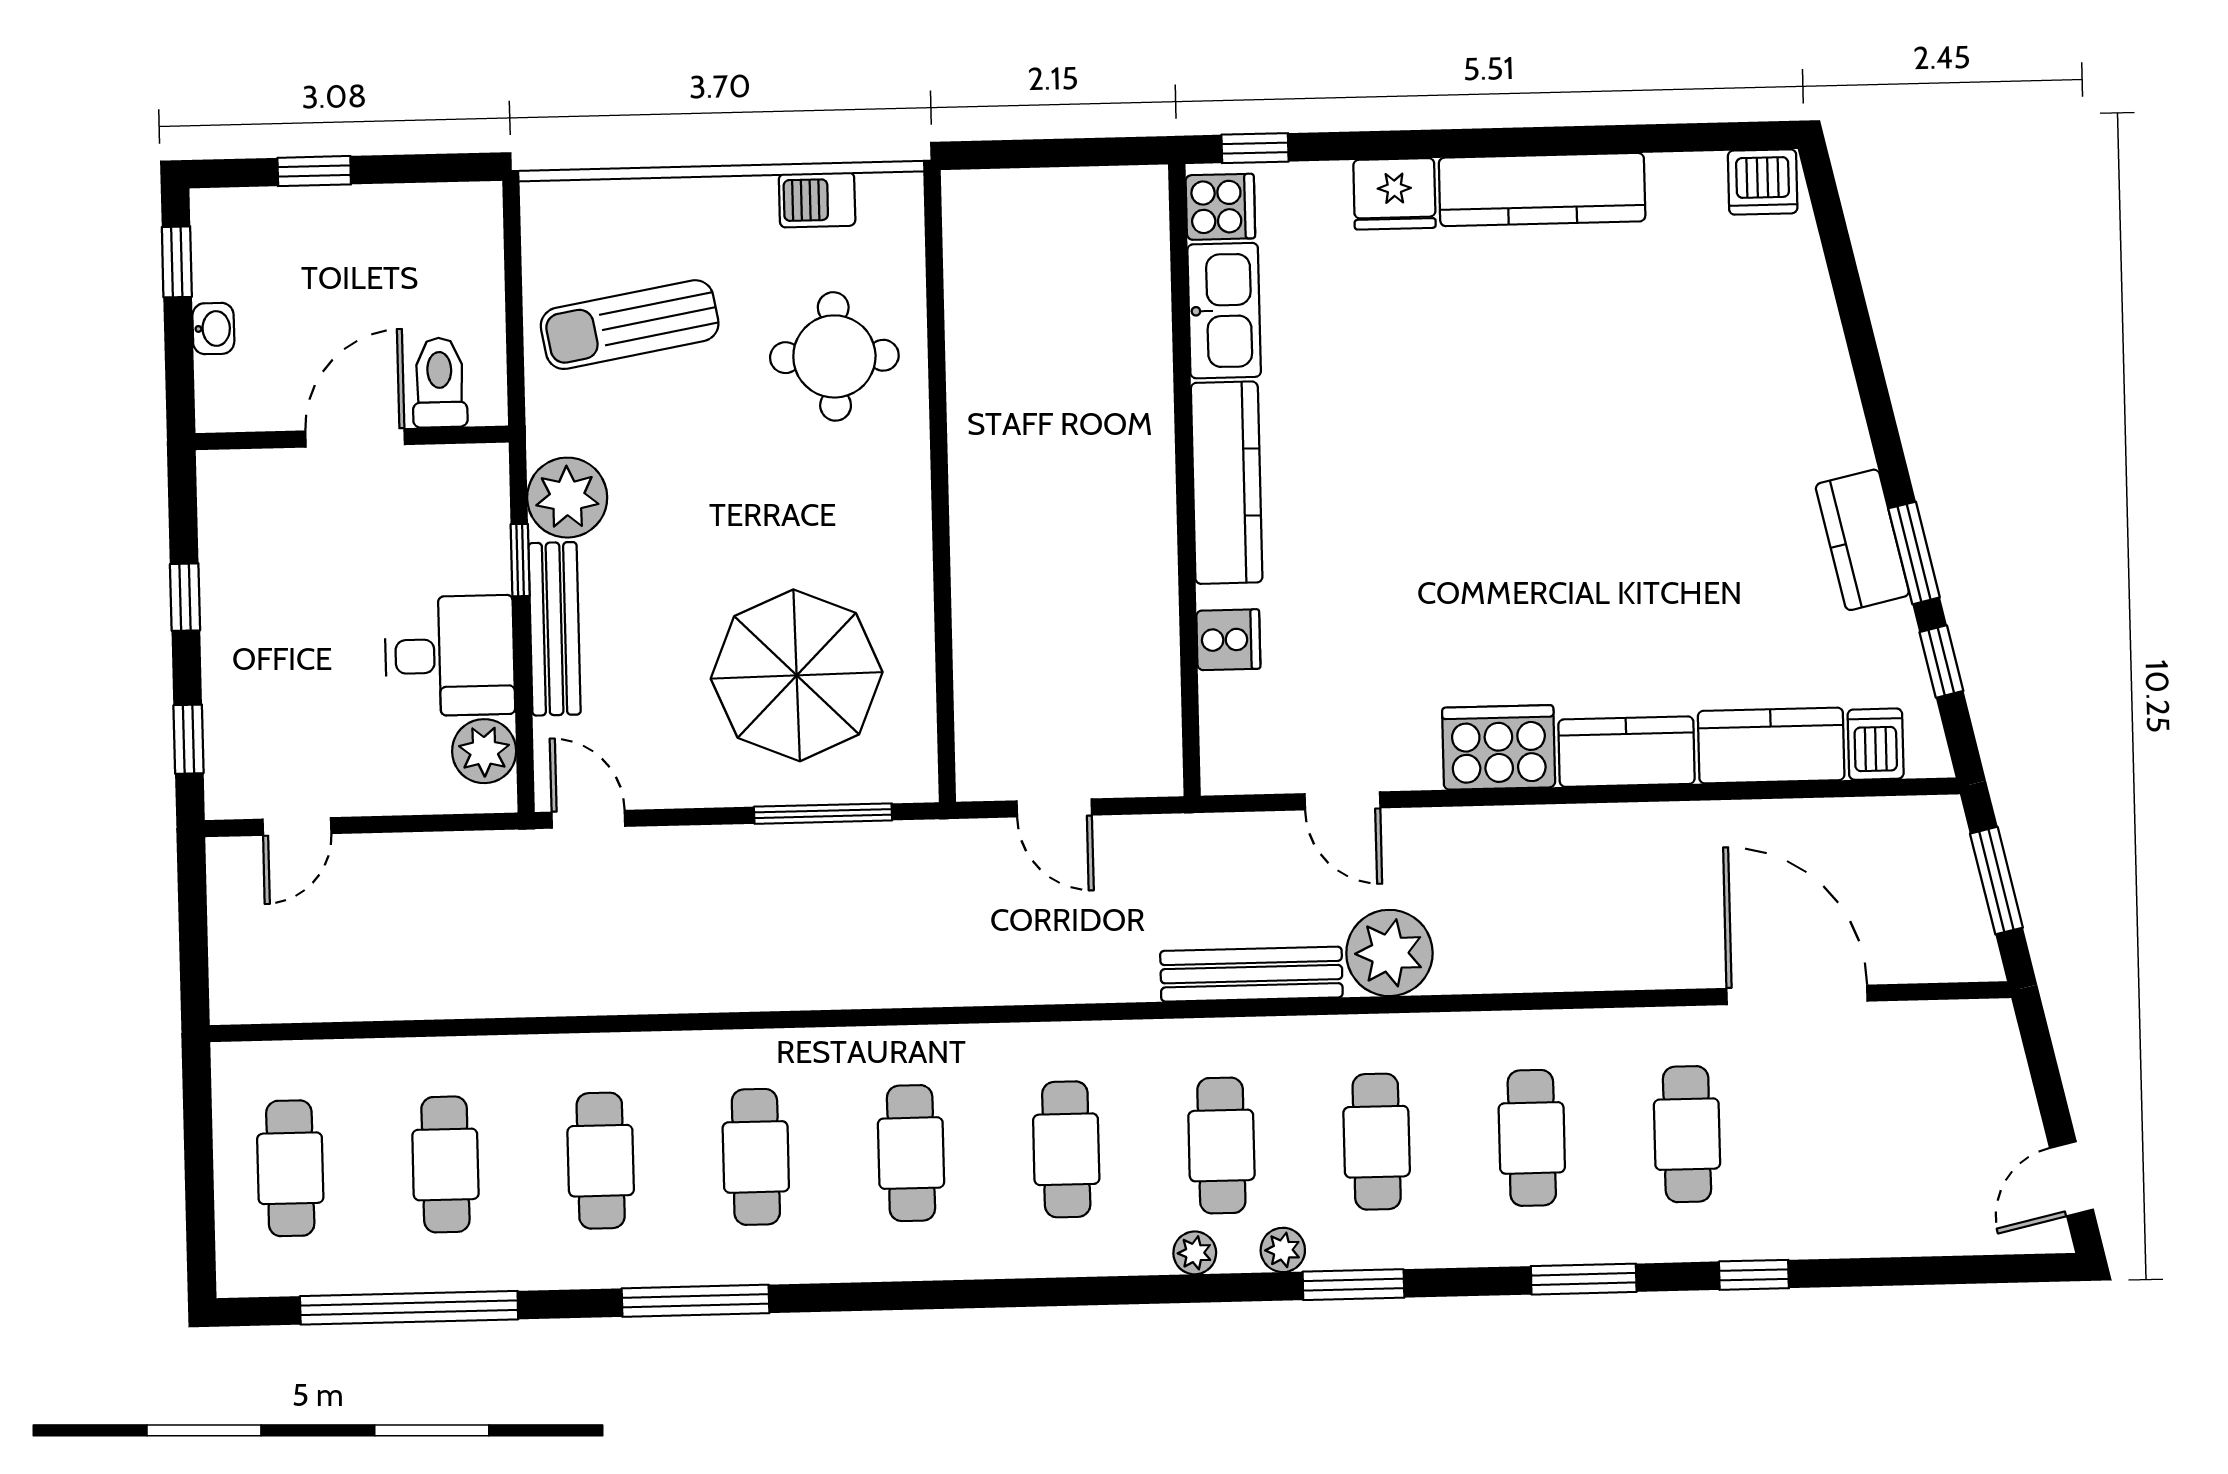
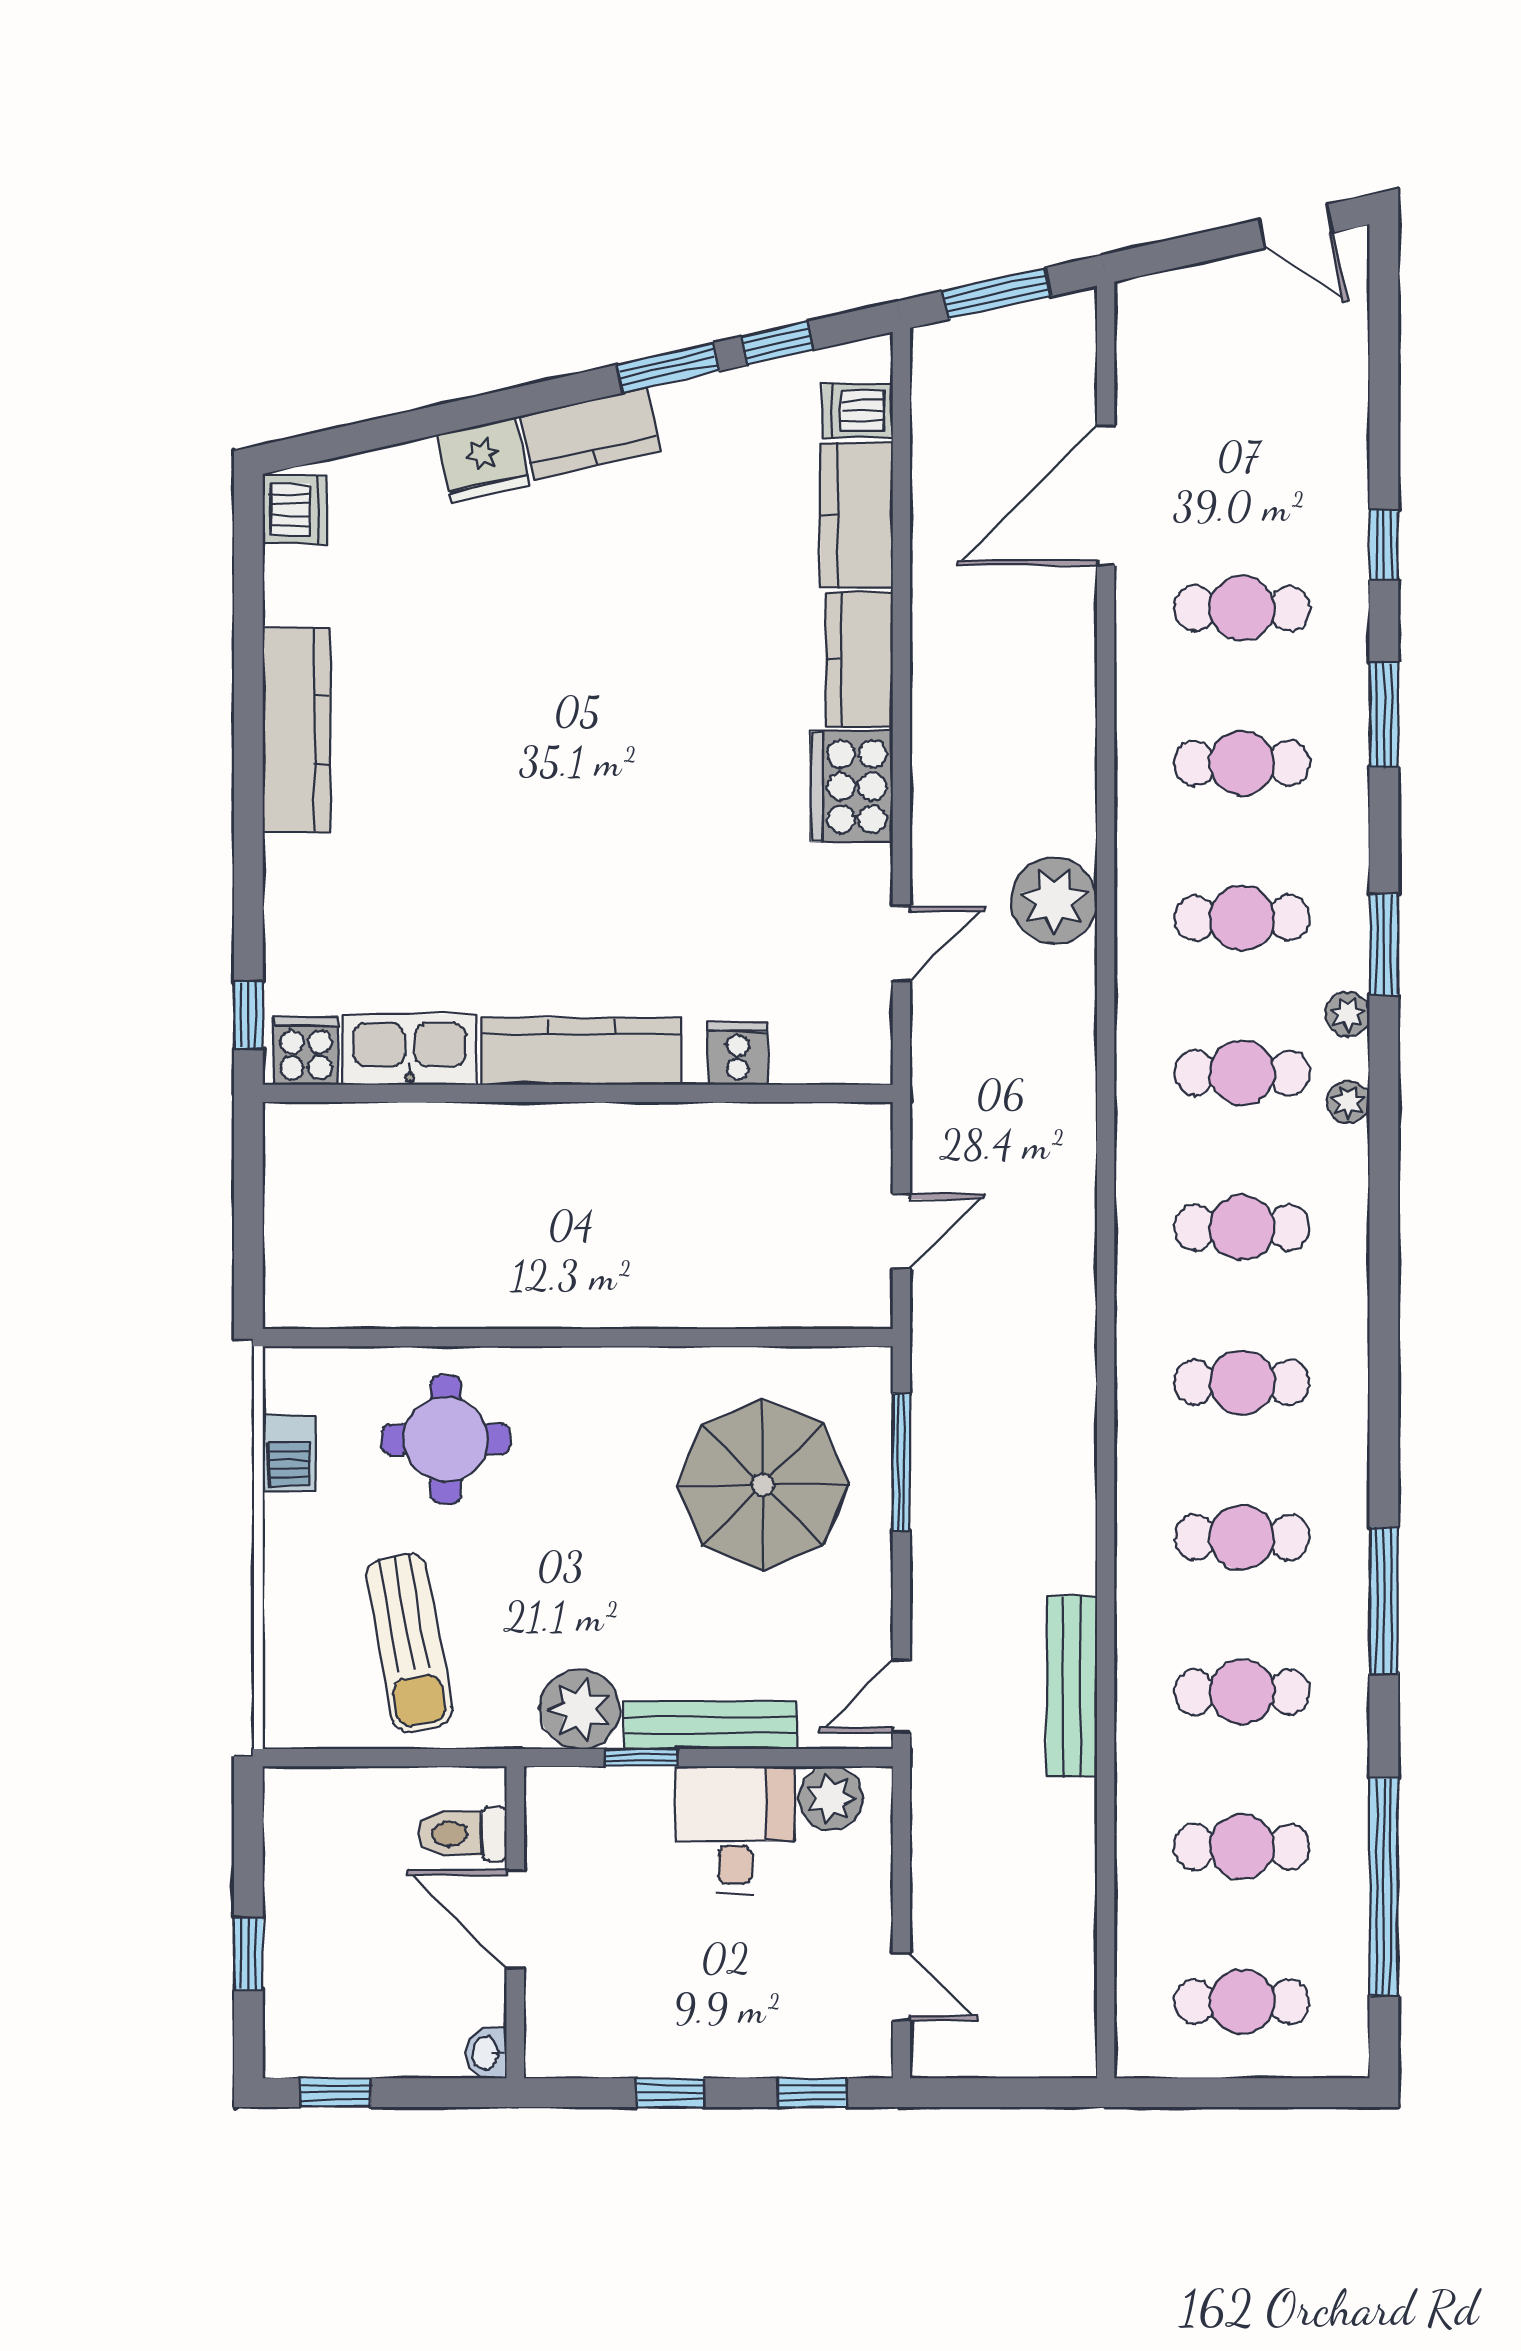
fridge: (1394, 194) -> (483, 460), moved, turned 77
washbasin: (213, 329) -> (486, 2053), moved, turned -90
kitchen counter: (1862, 540) -> (590, 433), moved
bench: (1251, 974) -> (1072, 1686), moved

